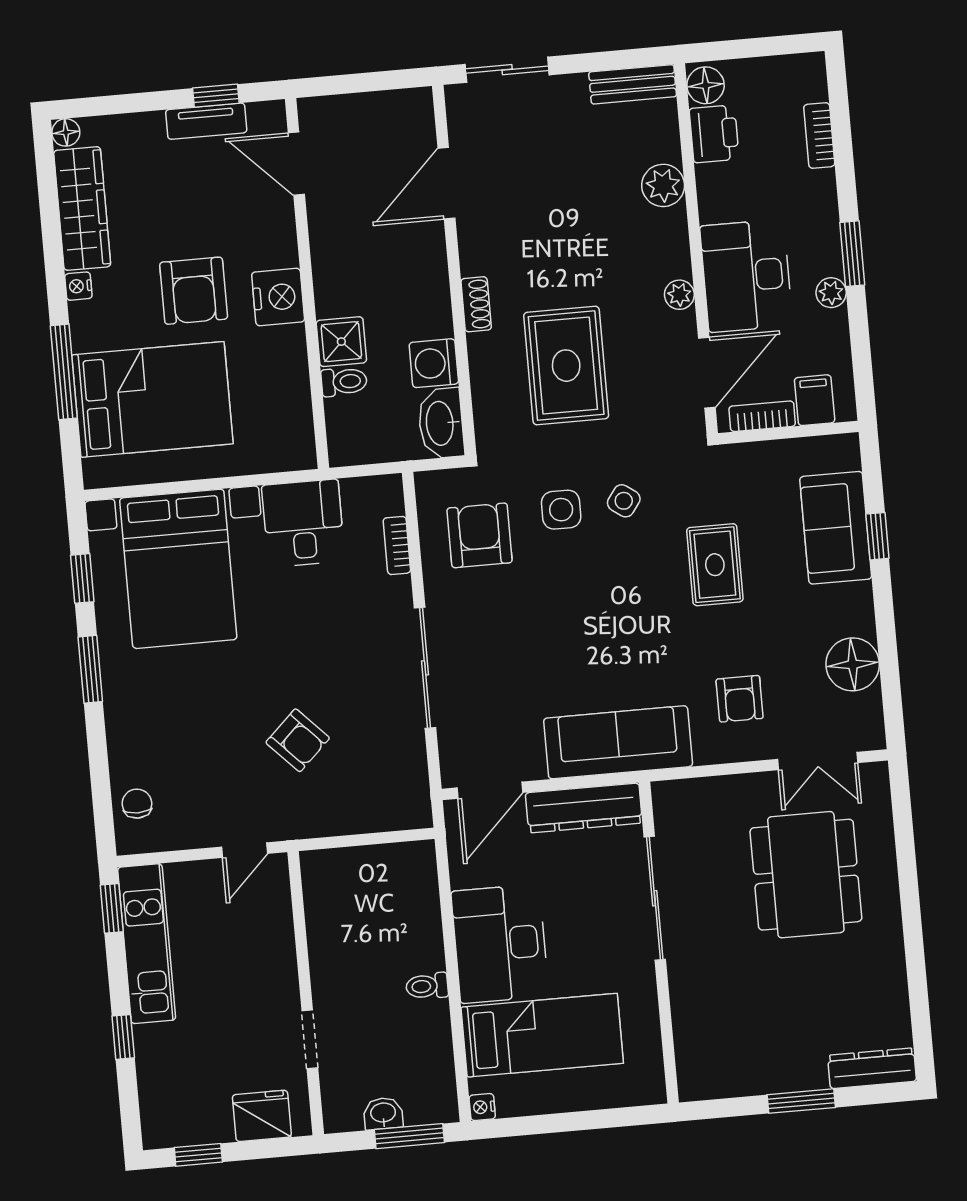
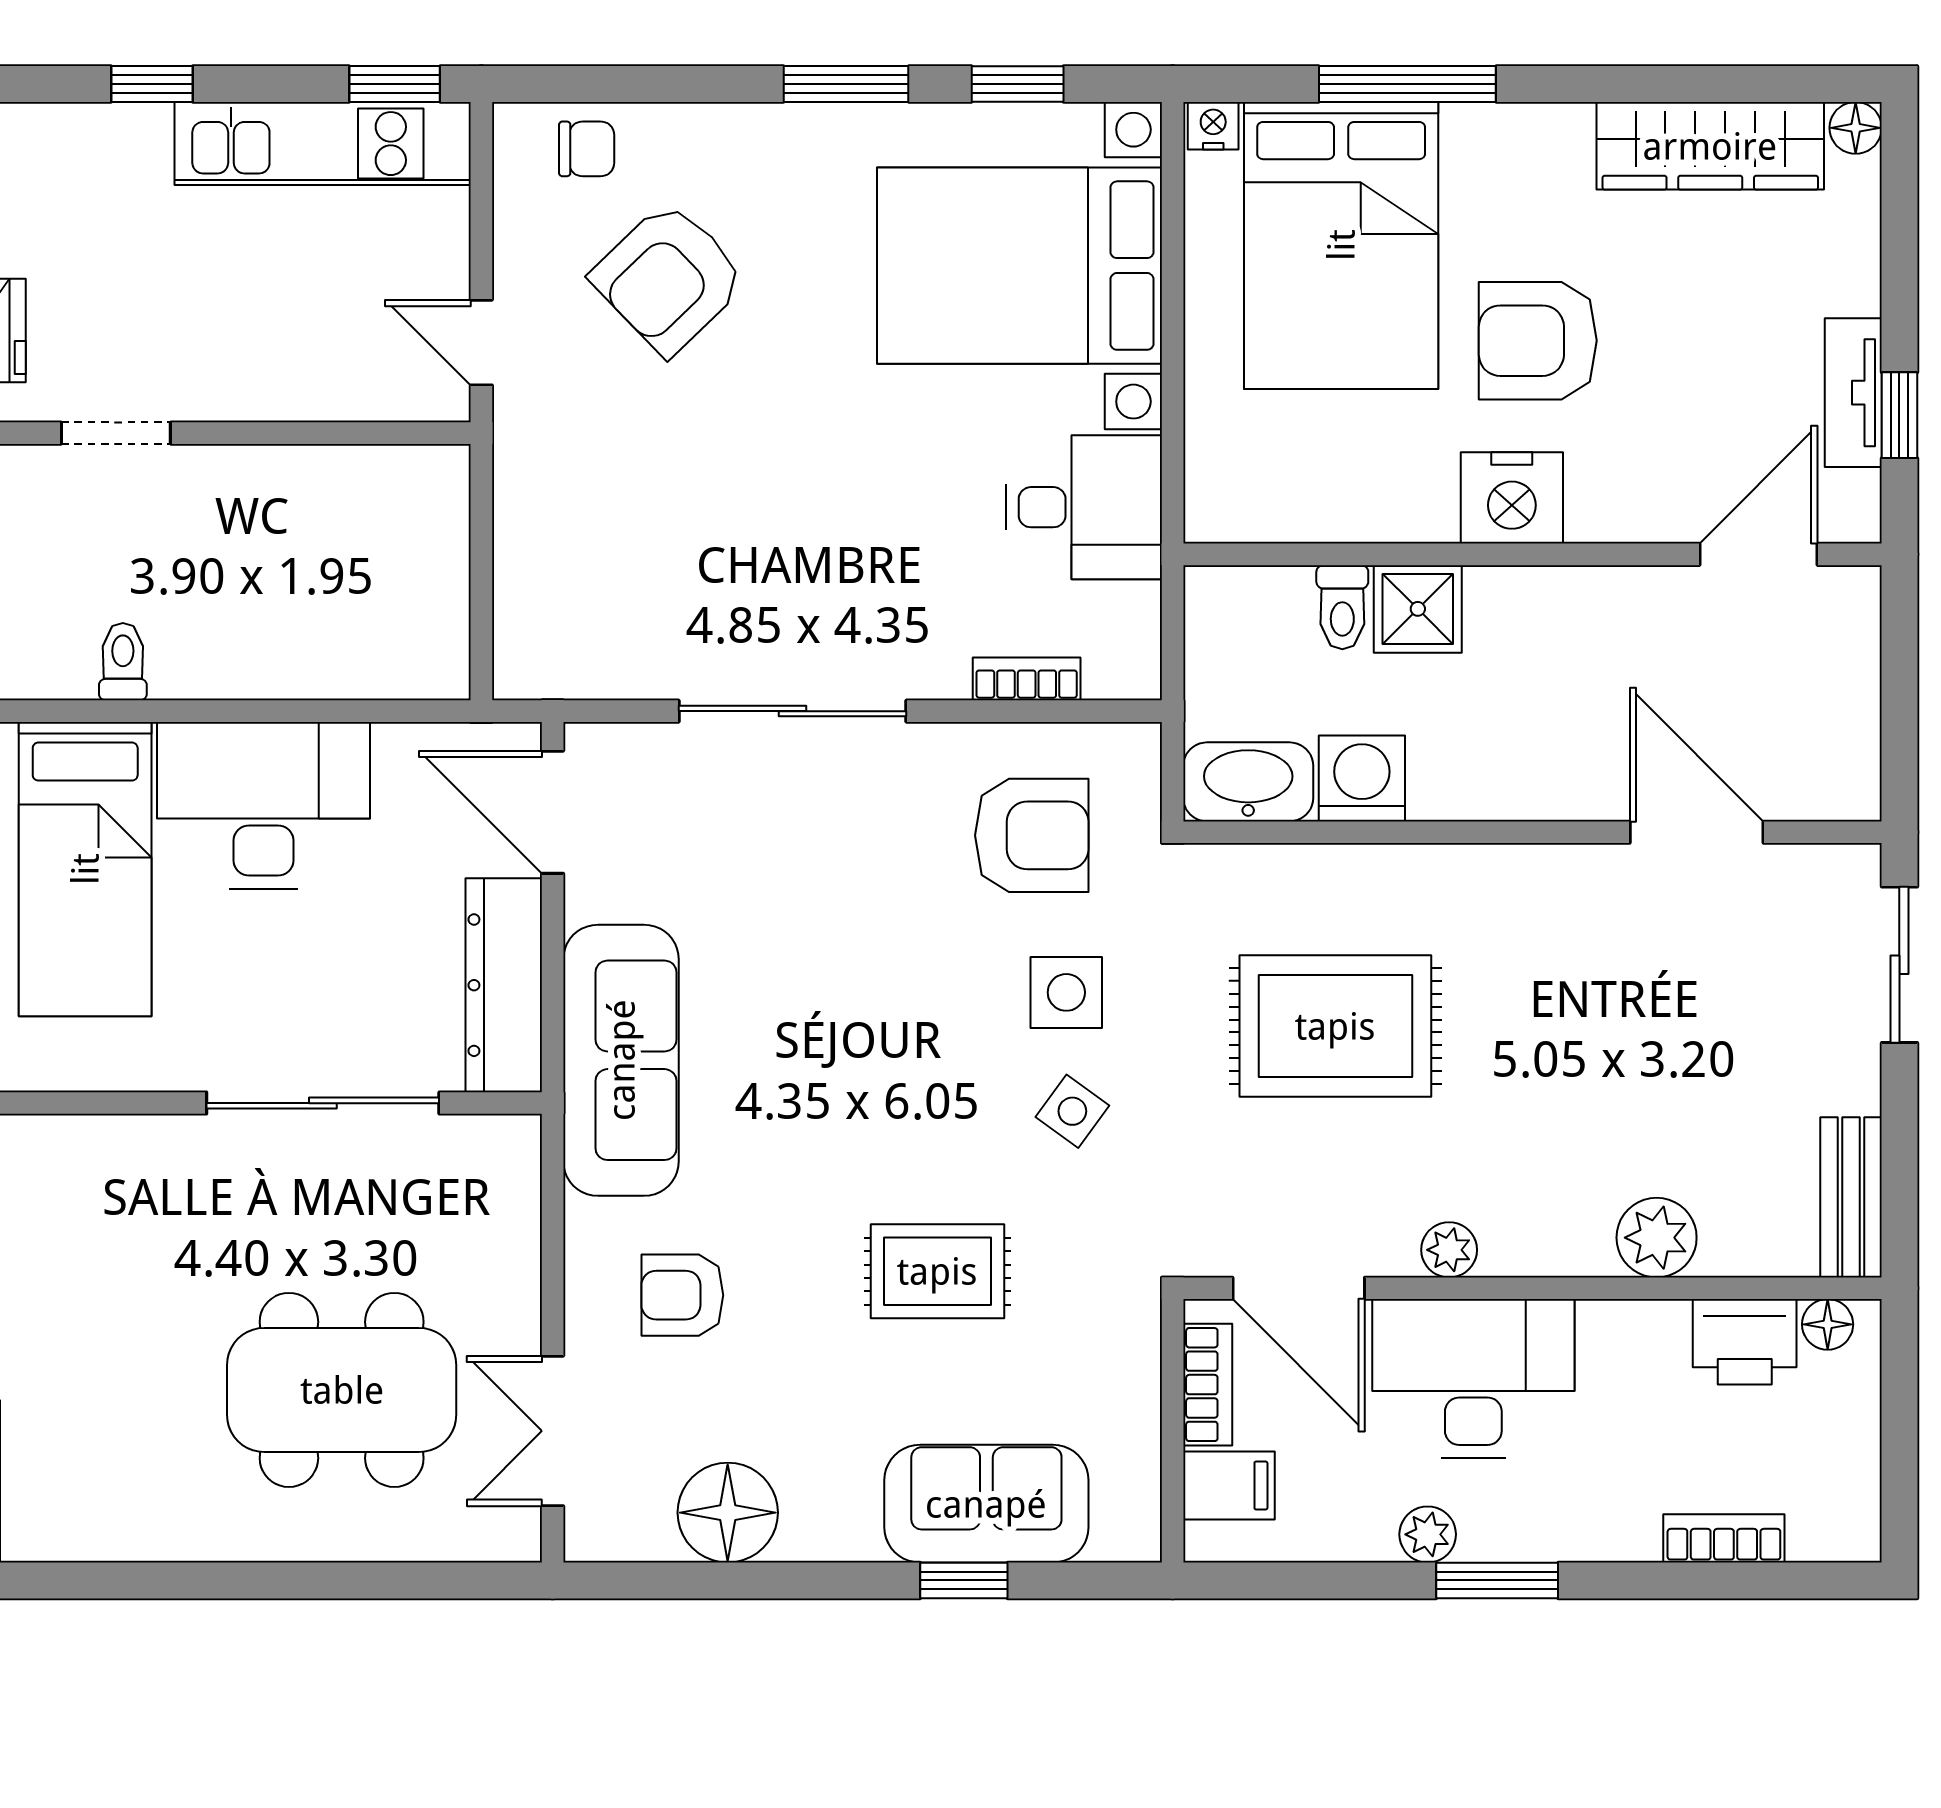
floor lamp: (706, 85) -> (1828, 1324), width x0.73, depth x0.73
nightstand: (78, 286) -> (1213, 126), moved
shoe rack: (476, 304) -> (1465, 867), removed
armchair: (298, 740) -> (669, 278), moved, width x1.38, depth x1.38
toilet: (427, 986) -> (123, 662), moved

